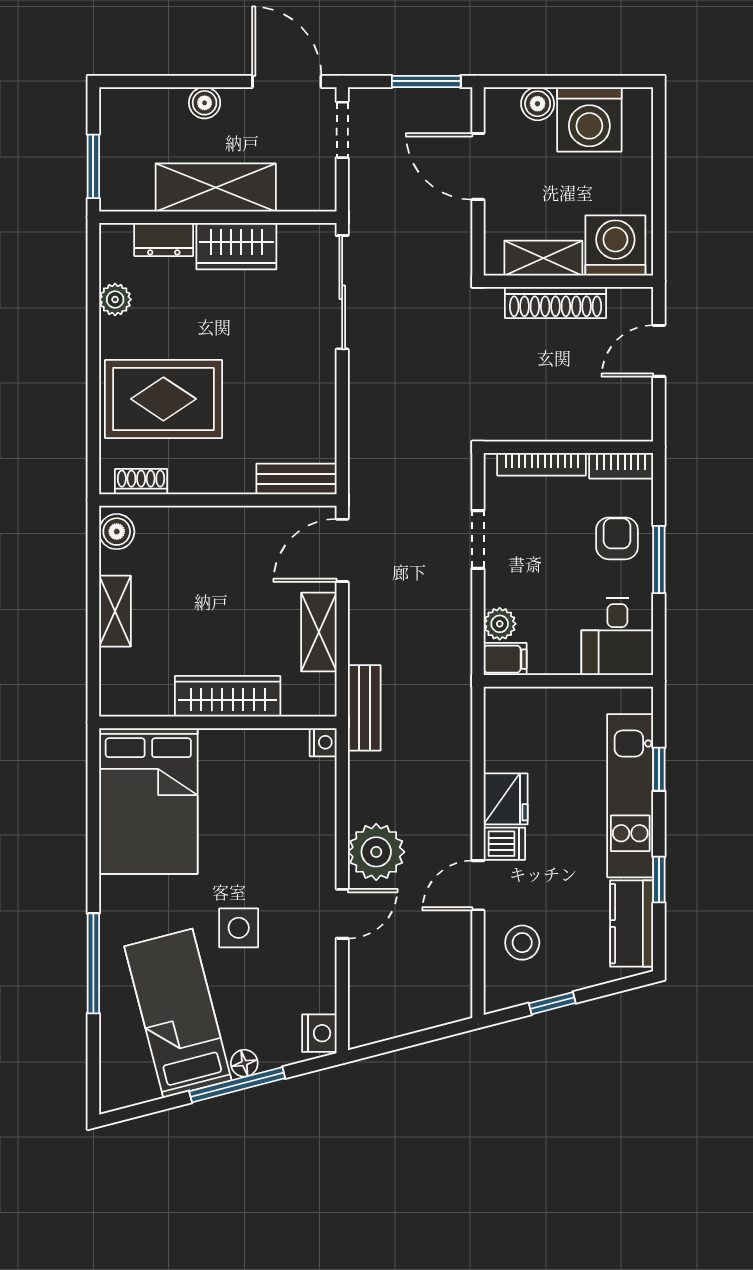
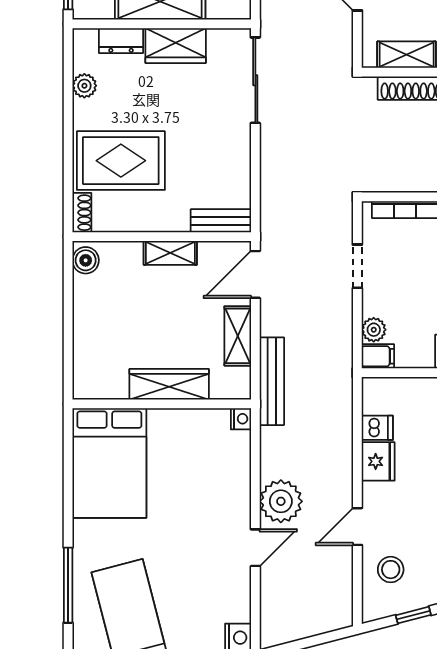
shoe rack: (141, 482) -> (82, 213), moved, turned 90
shelving: (115, 611) -> (170, 253), moved, turned 90
bench: (364, 708) -> (272, 381), width x1.36
dishwasher: (504, 844) -> (377, 428), moved
side table: (239, 928) -> (177, 558), removed

